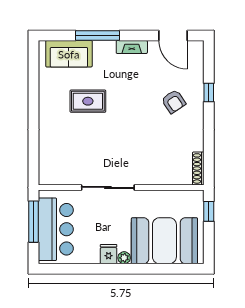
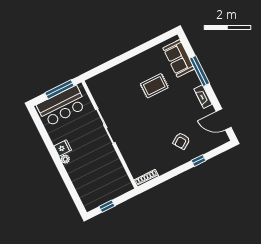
door: (173, 36) -> (224, 119), hinge flipped
rug: (88, 101) -> (154, 86), turned 90
window: (209, 211) -> (107, 206), moved
booth: (164, 241) -> (89, 180), removed

